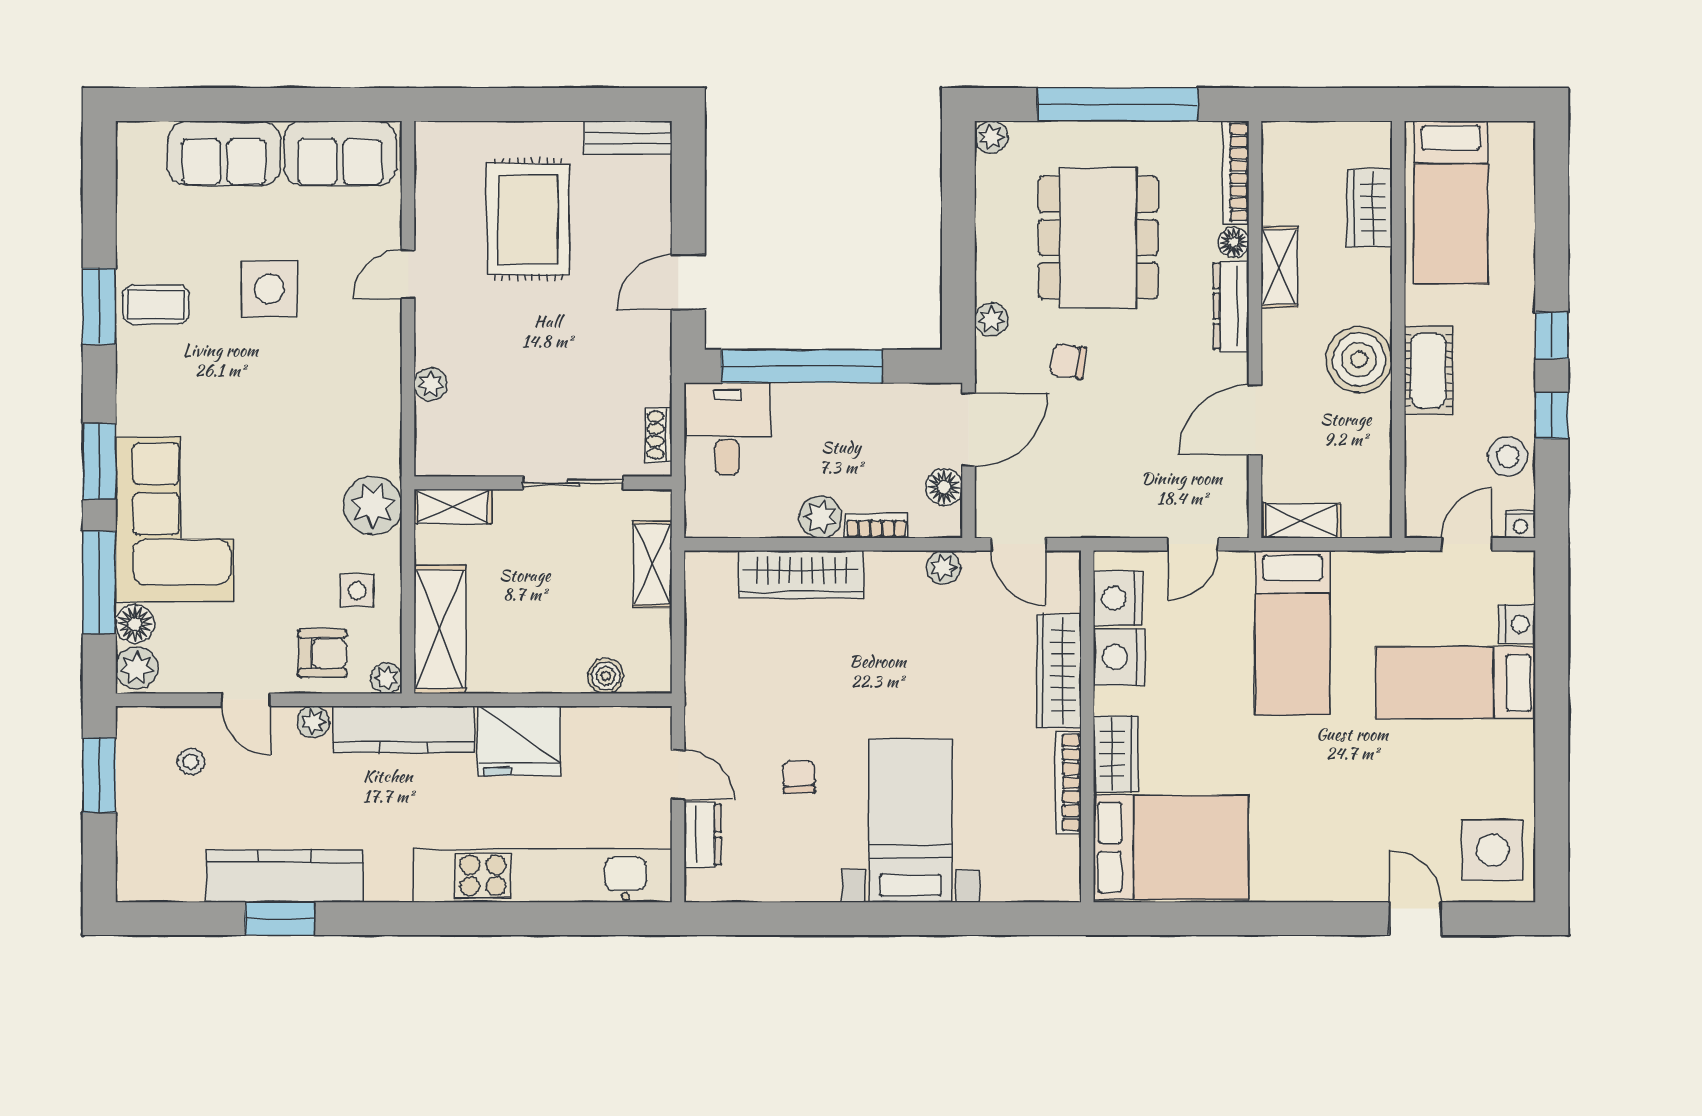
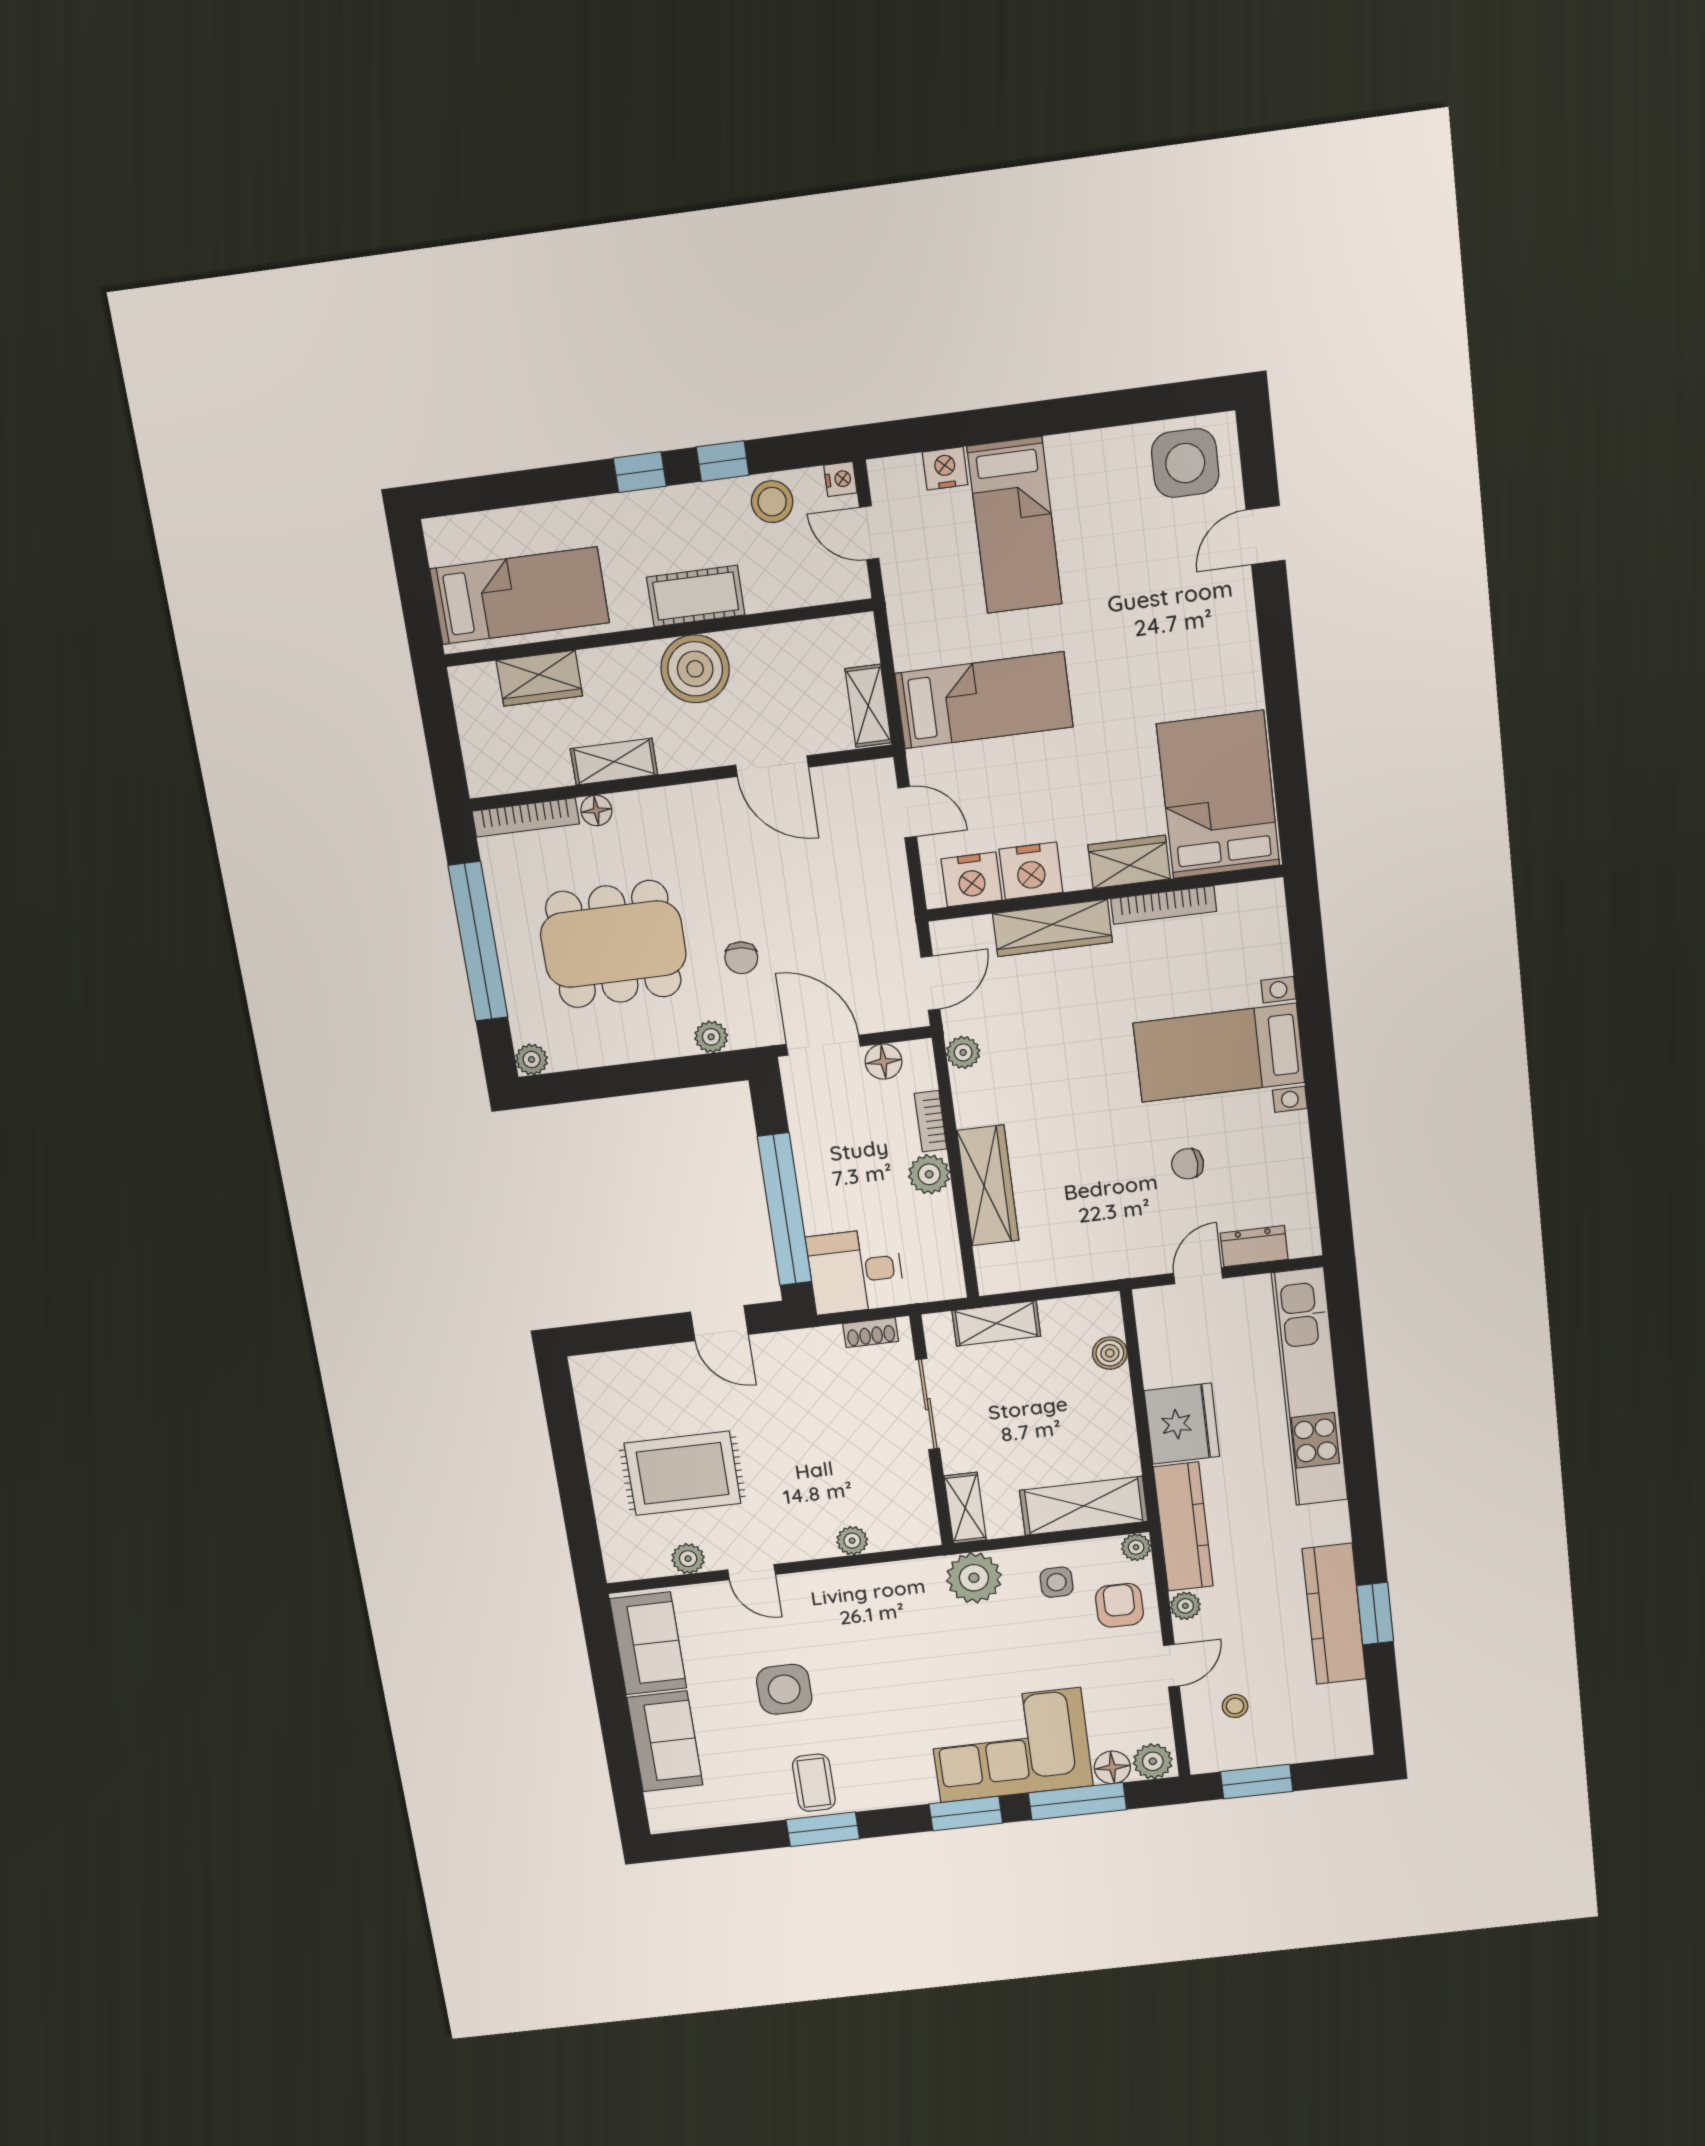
bench: (628, 138) -> (590, 1394), removed
plant: (432, 210) -> (688, 1559), added
dresser: (1231, 306) -> (661, 805), removed

